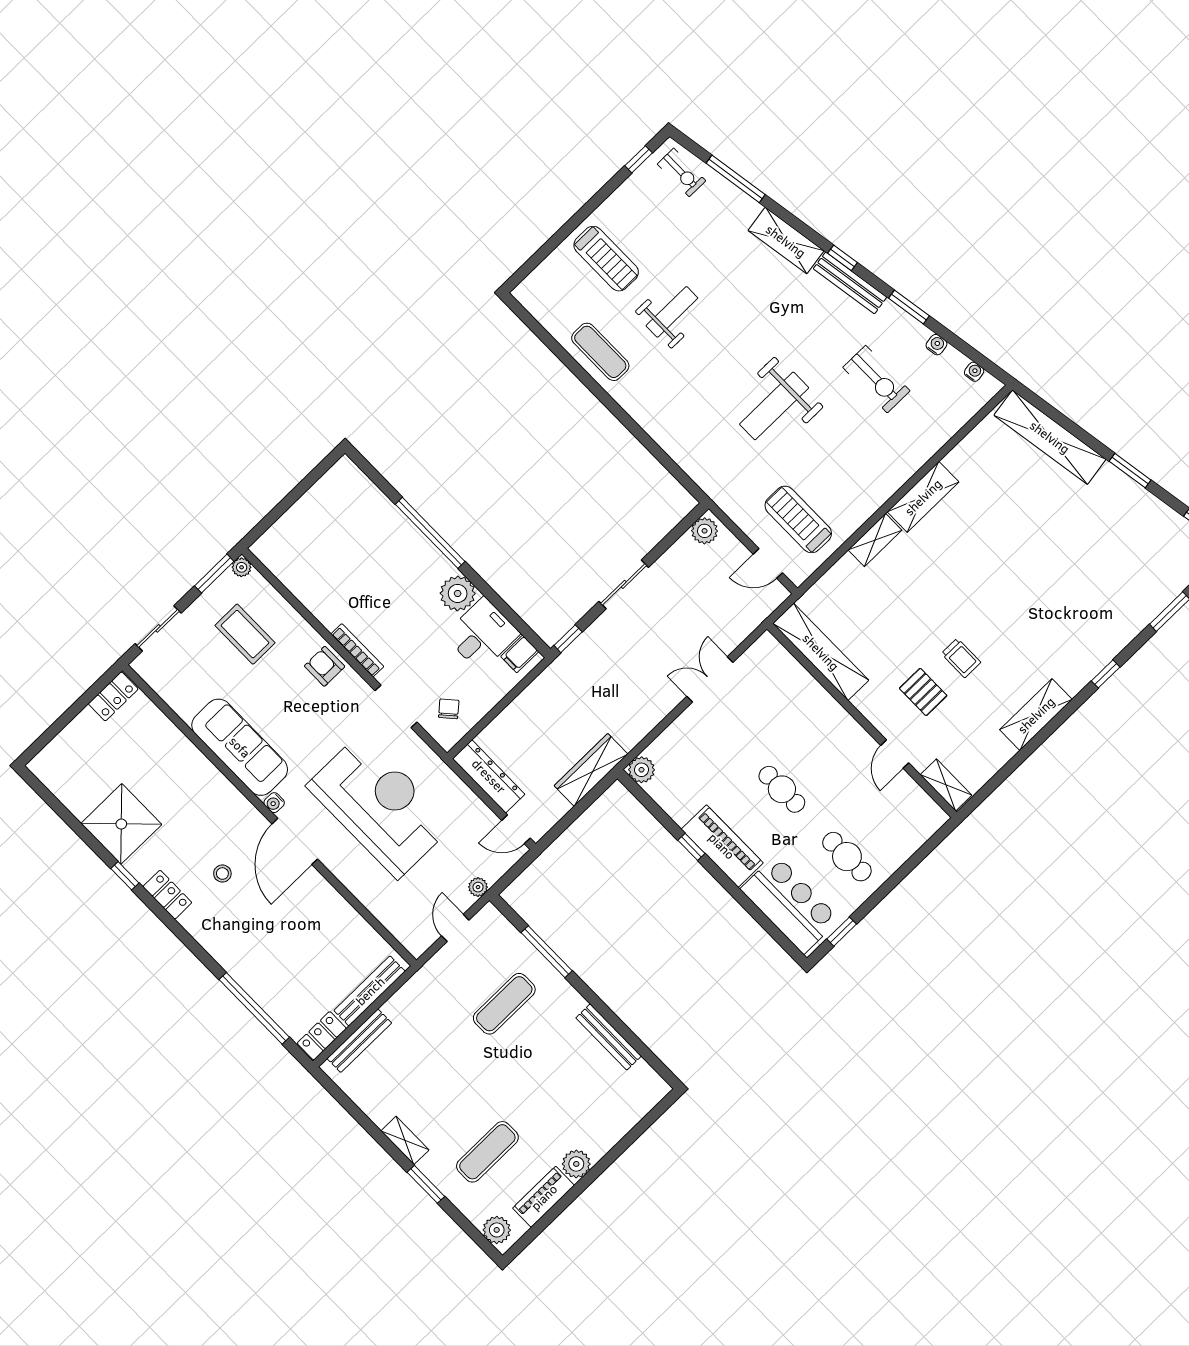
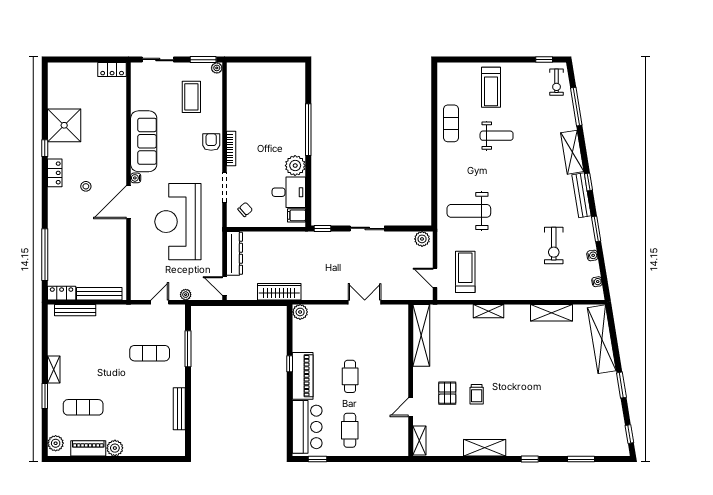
weight bench: (774, 406) -> (469, 211), moved
shelving: (923, 497) -> (551, 313), moved
reception desk: (380, 806) -> (178, 222), turned 180

